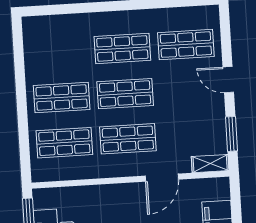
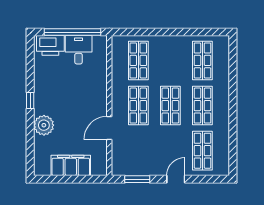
shop shelf: (62, 98) -> (202, 60), moved
shelving: (210, 164) -> (117, 163), removed
door: (162, 178) -> (109, 128), hinge flipped

